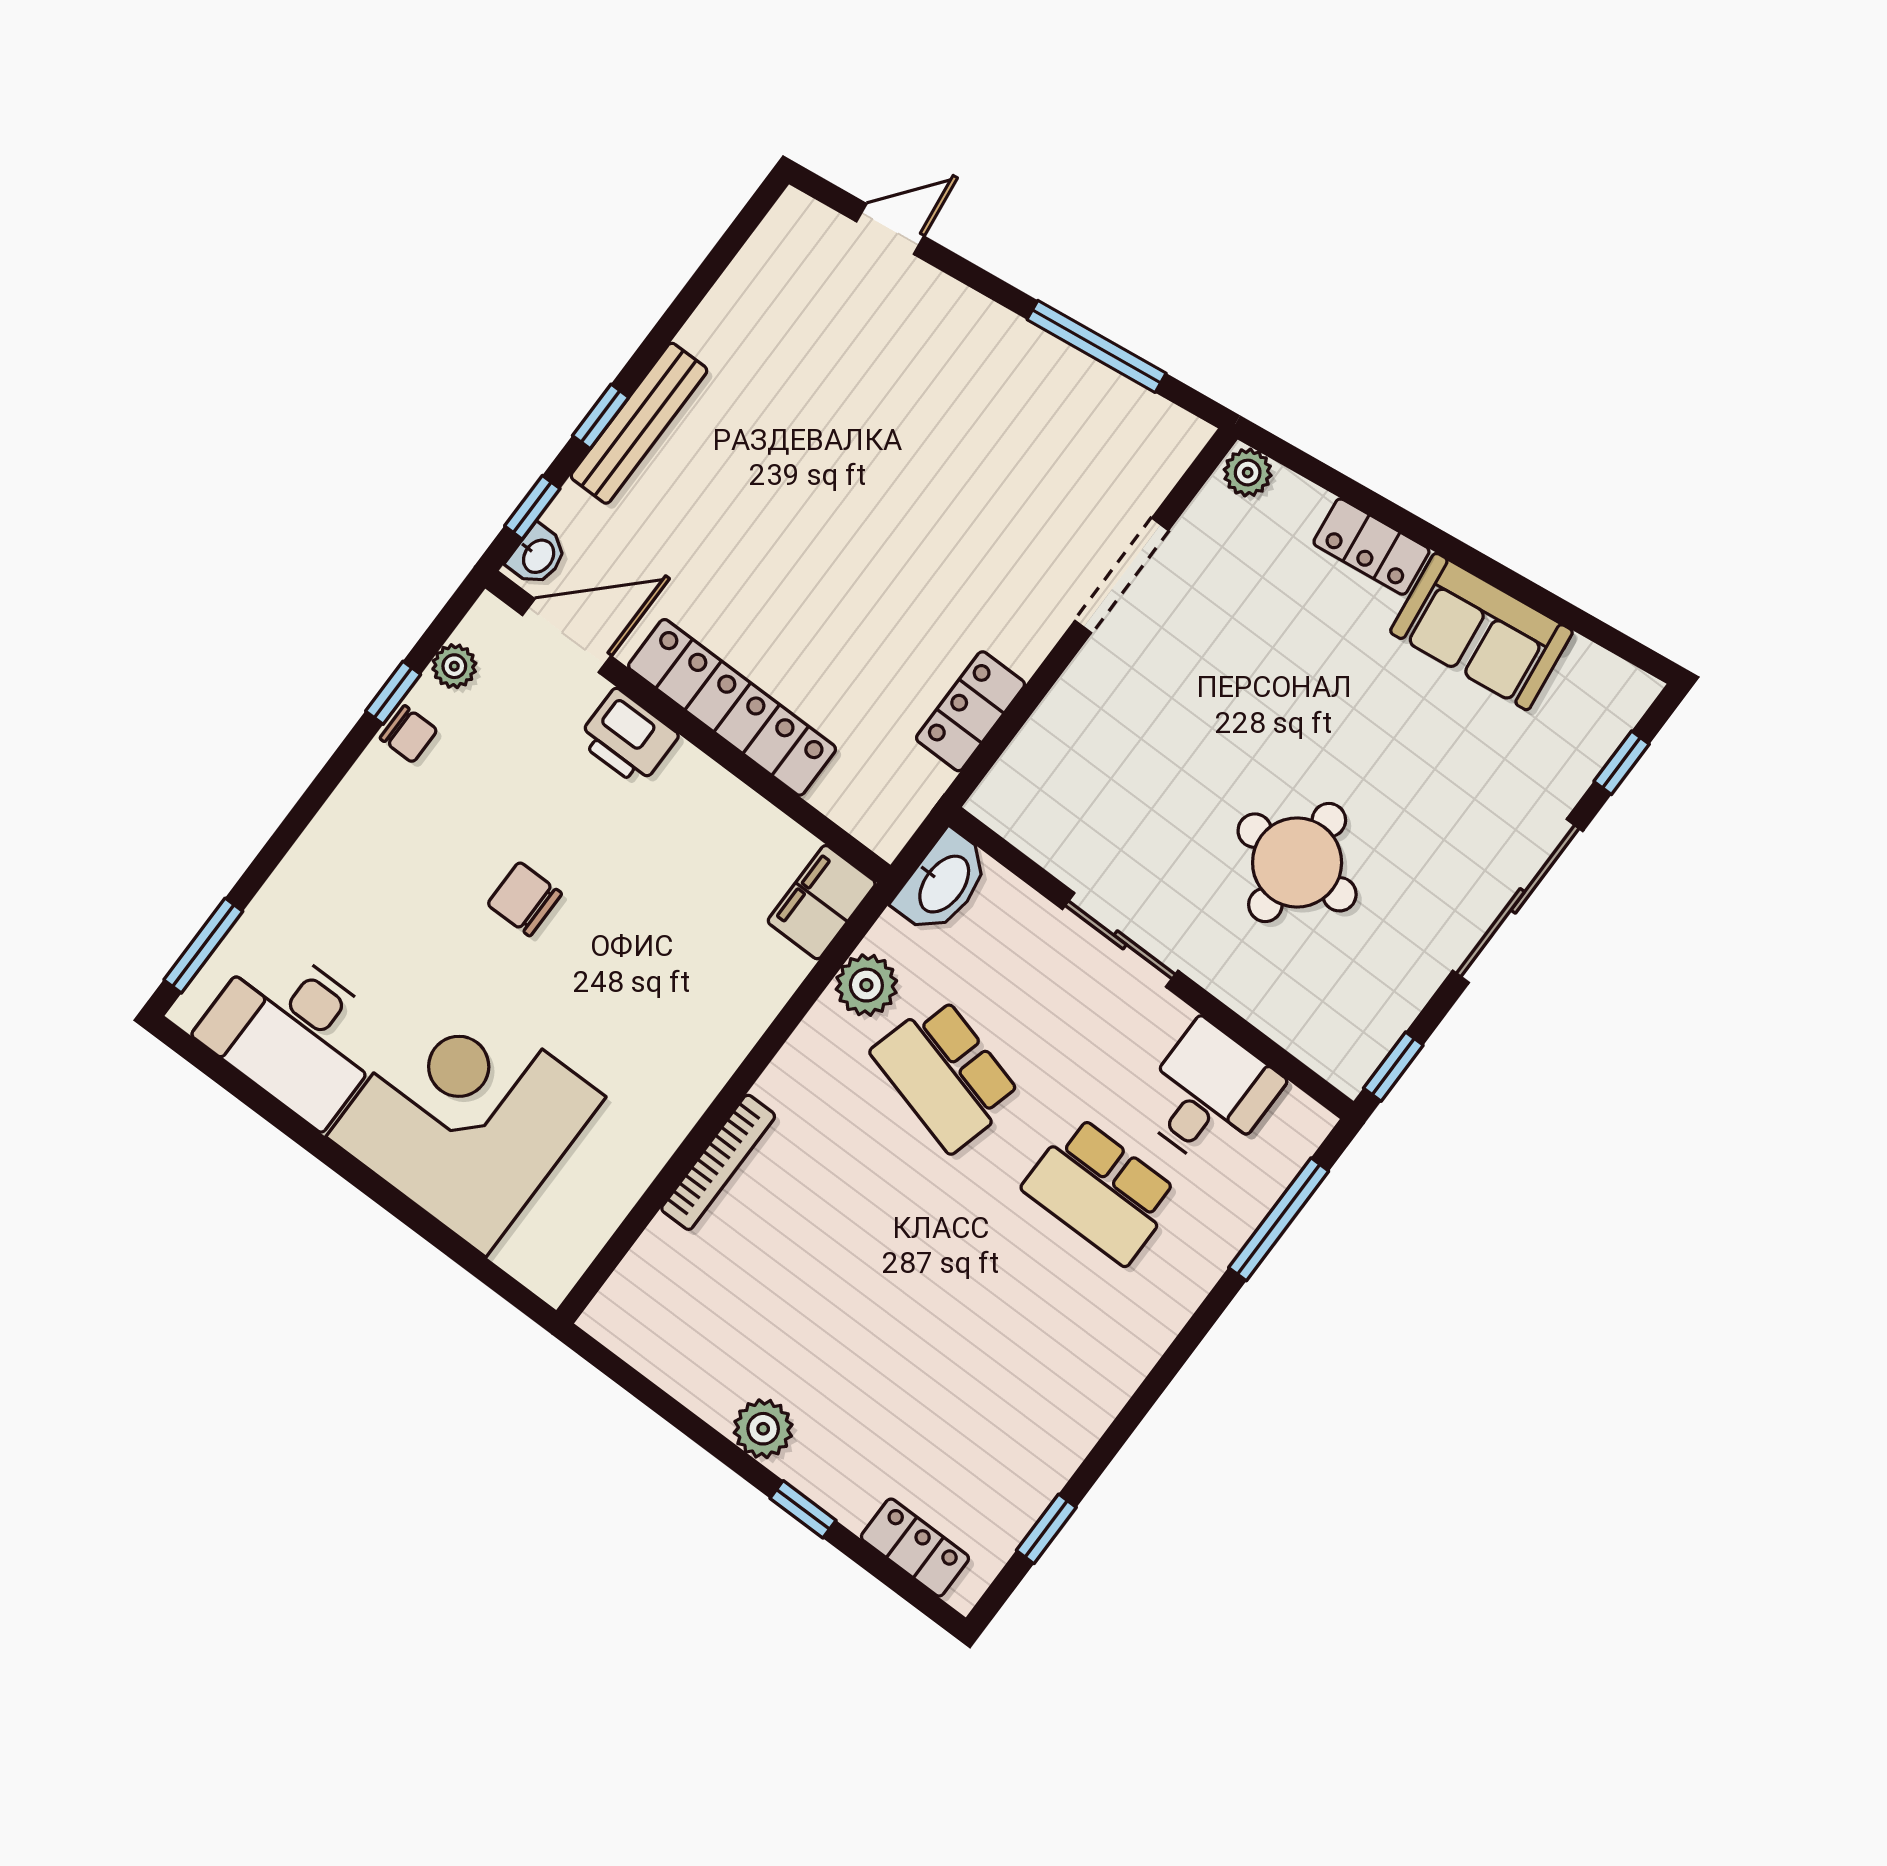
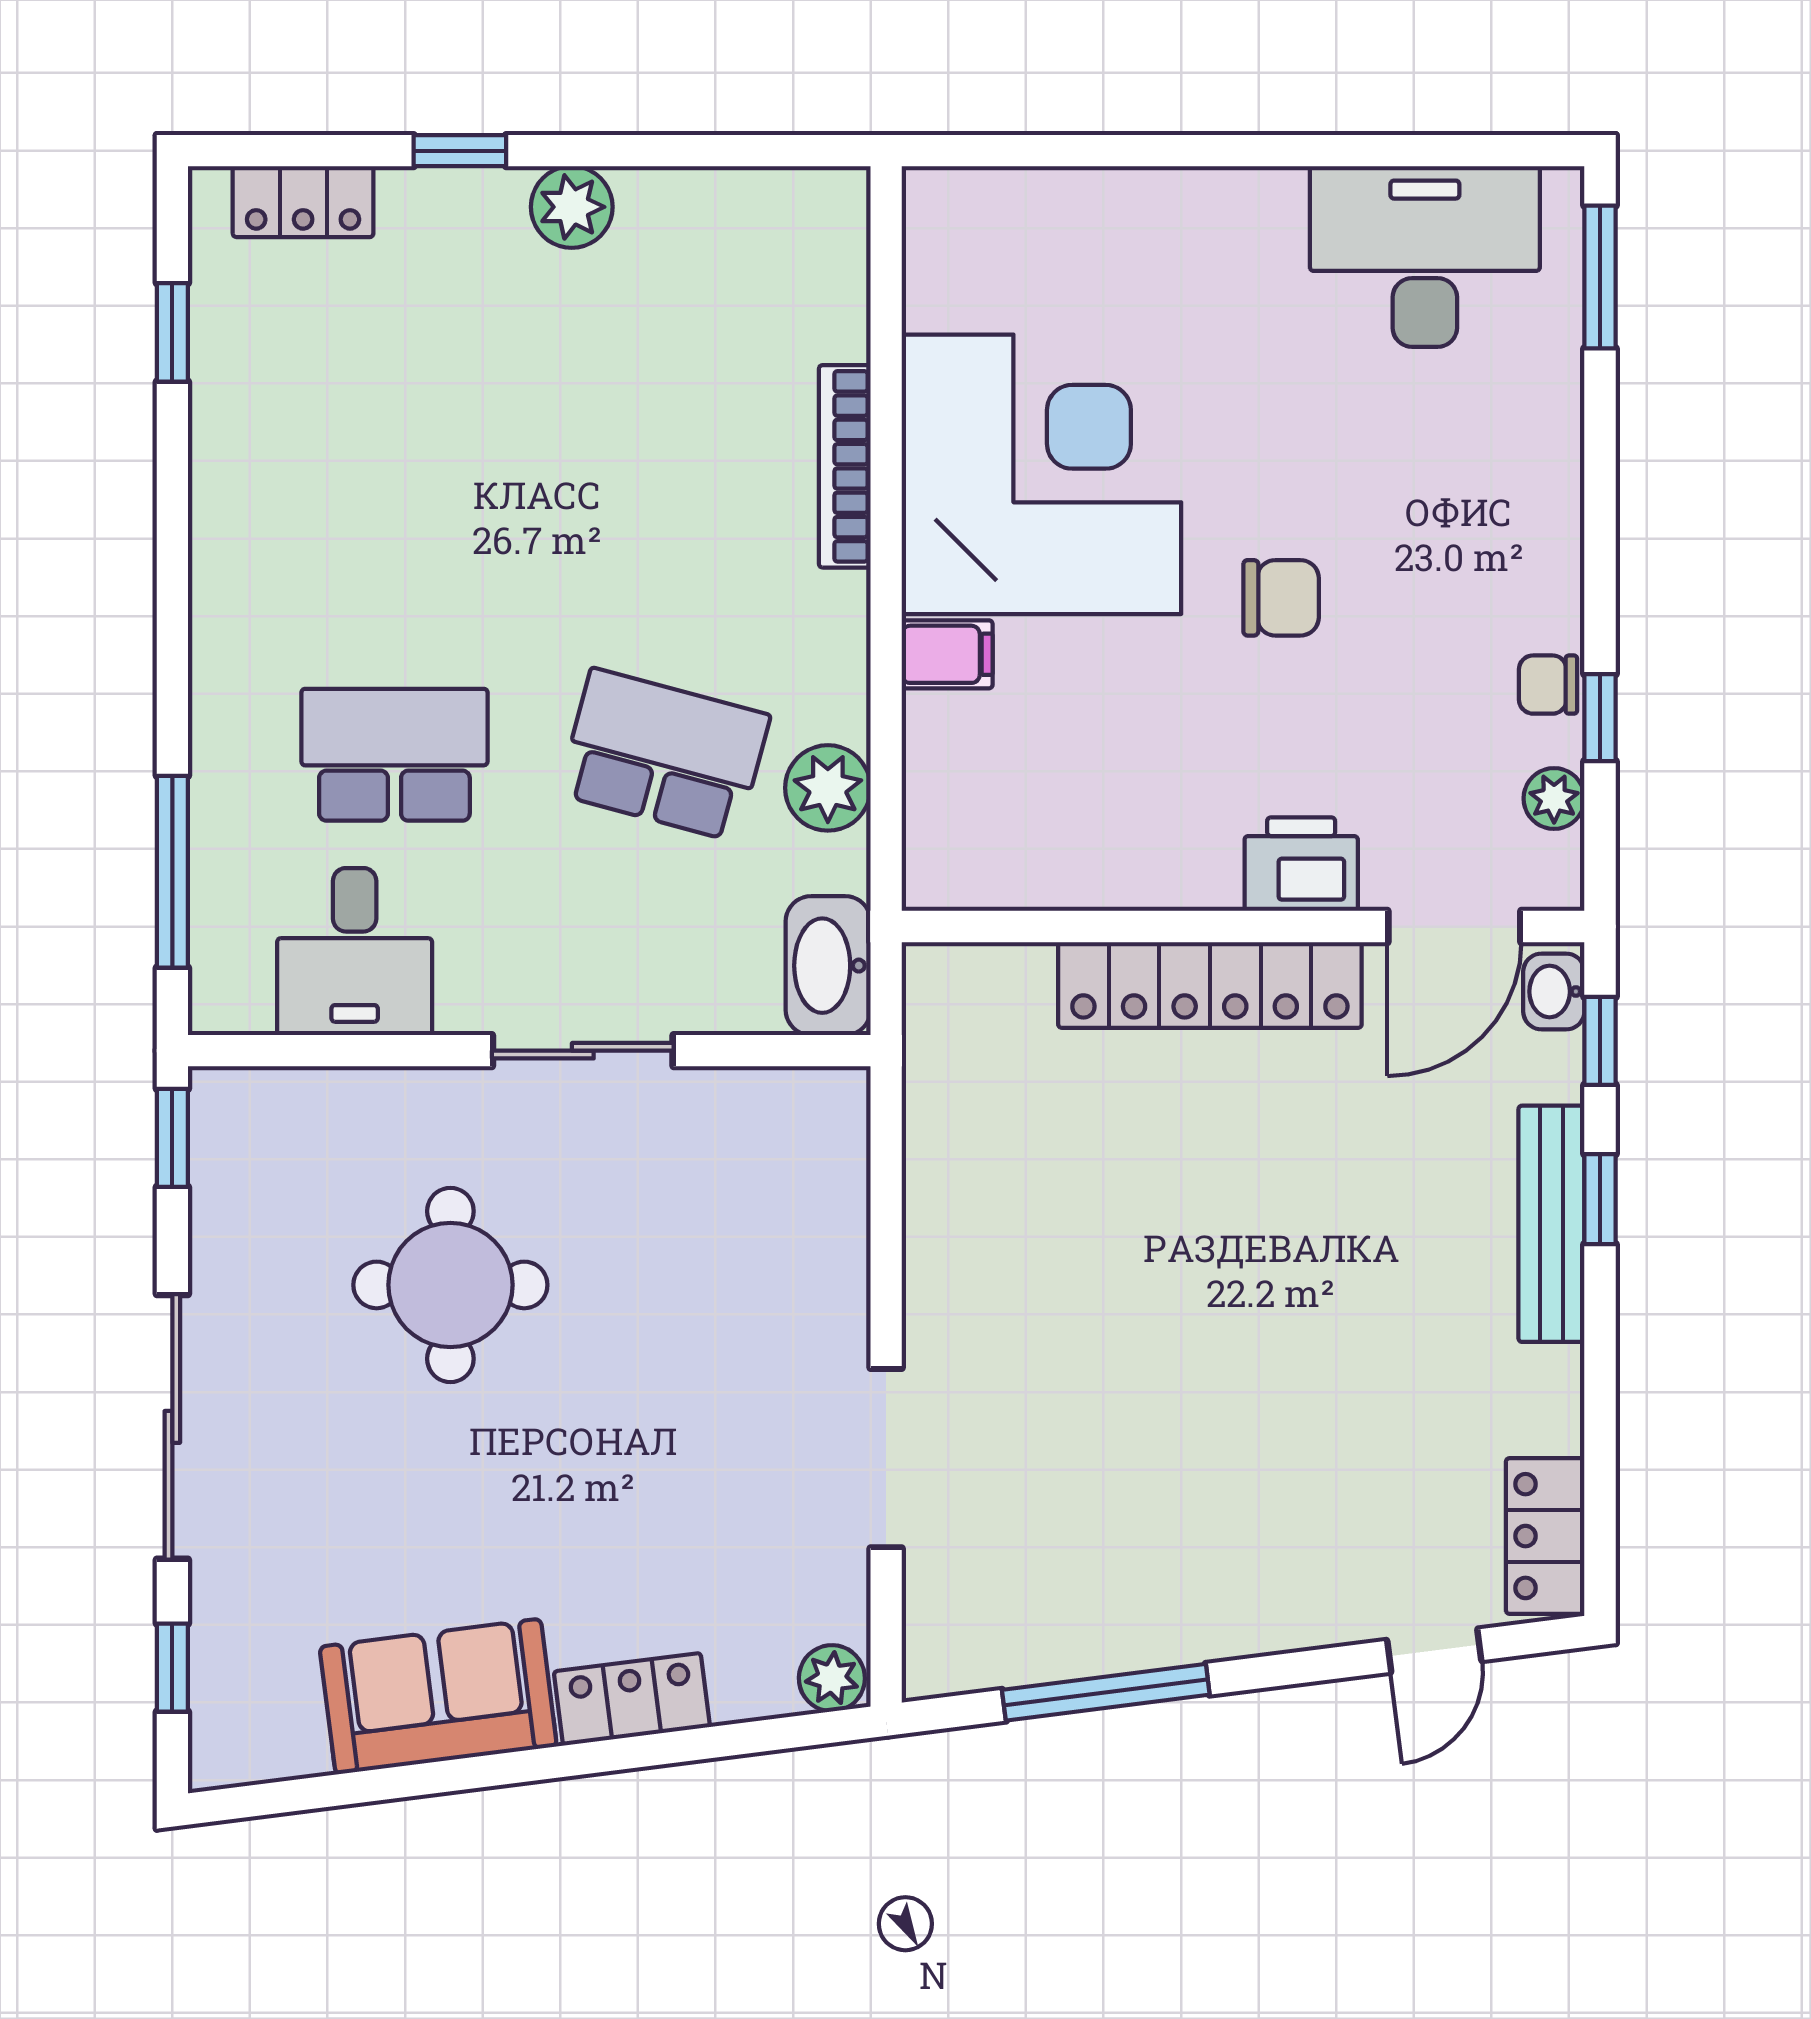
locker: (970, 711) -> (1545, 1536), moved, turned 180
filing cabinet: (822, 902) -> (947, 654), moved, width x0.50
corner desk: (466, 1117) -> (1041, 474), moved, turned -90

